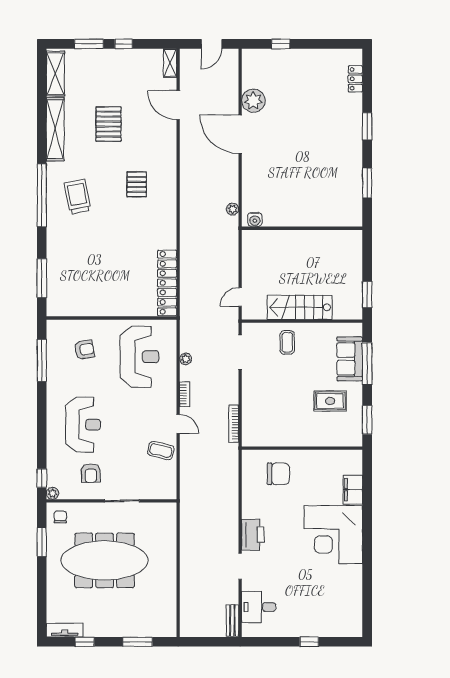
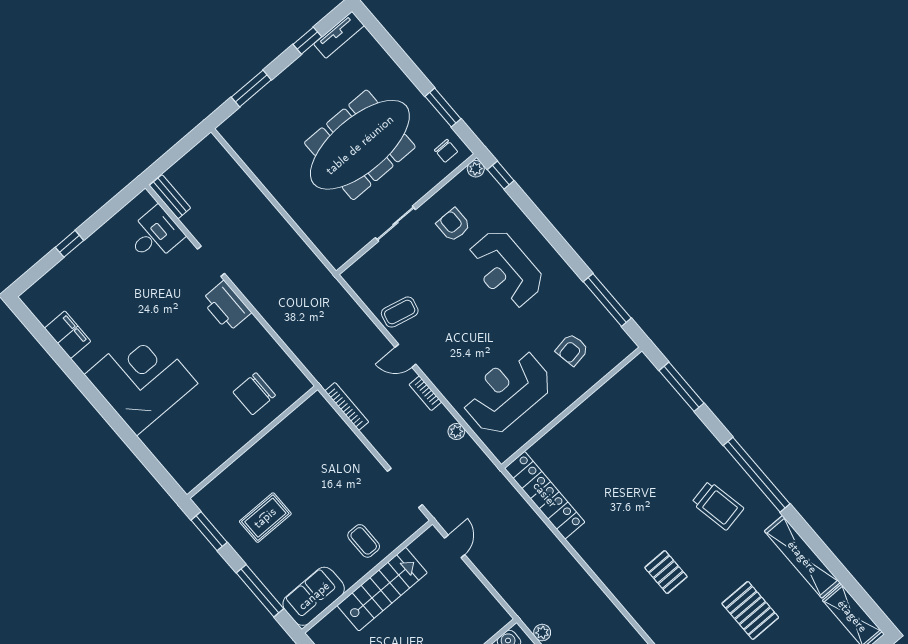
reception desk: (139, 357) -> (507, 392), turned 90
sofa: (350, 359) -> (314, 596), moved, turned -90
filing cabinet: (353, 490) -> (68, 335), moved

